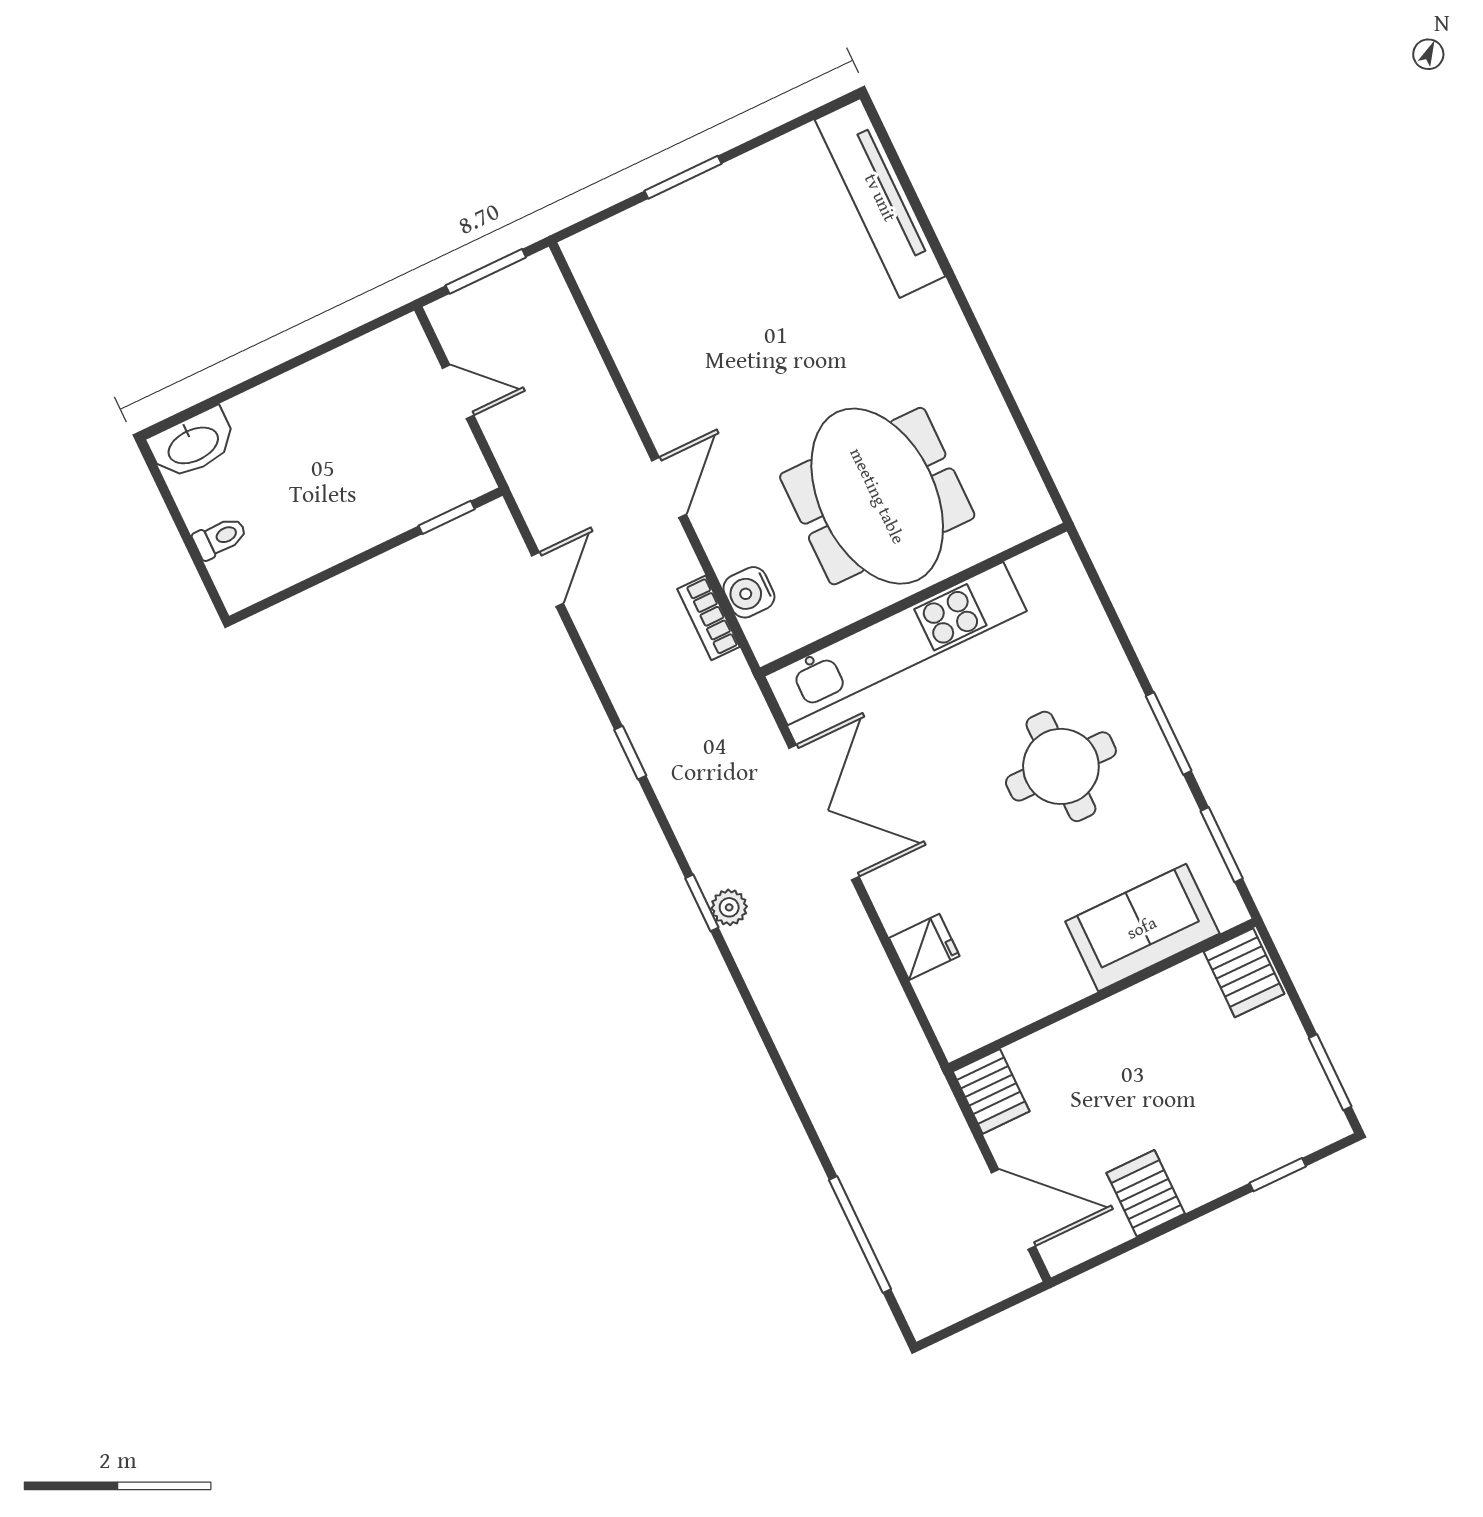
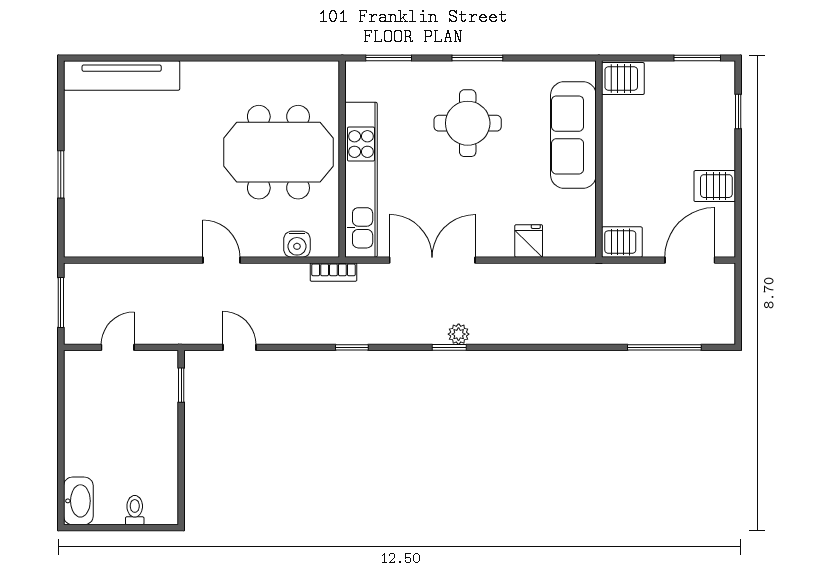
bookcase: (708, 618) -> (333, 272), moved
window: (1222, 845) -> (389, 58), moved
sofa: (1142, 928) -> (573, 135), width x1.36

